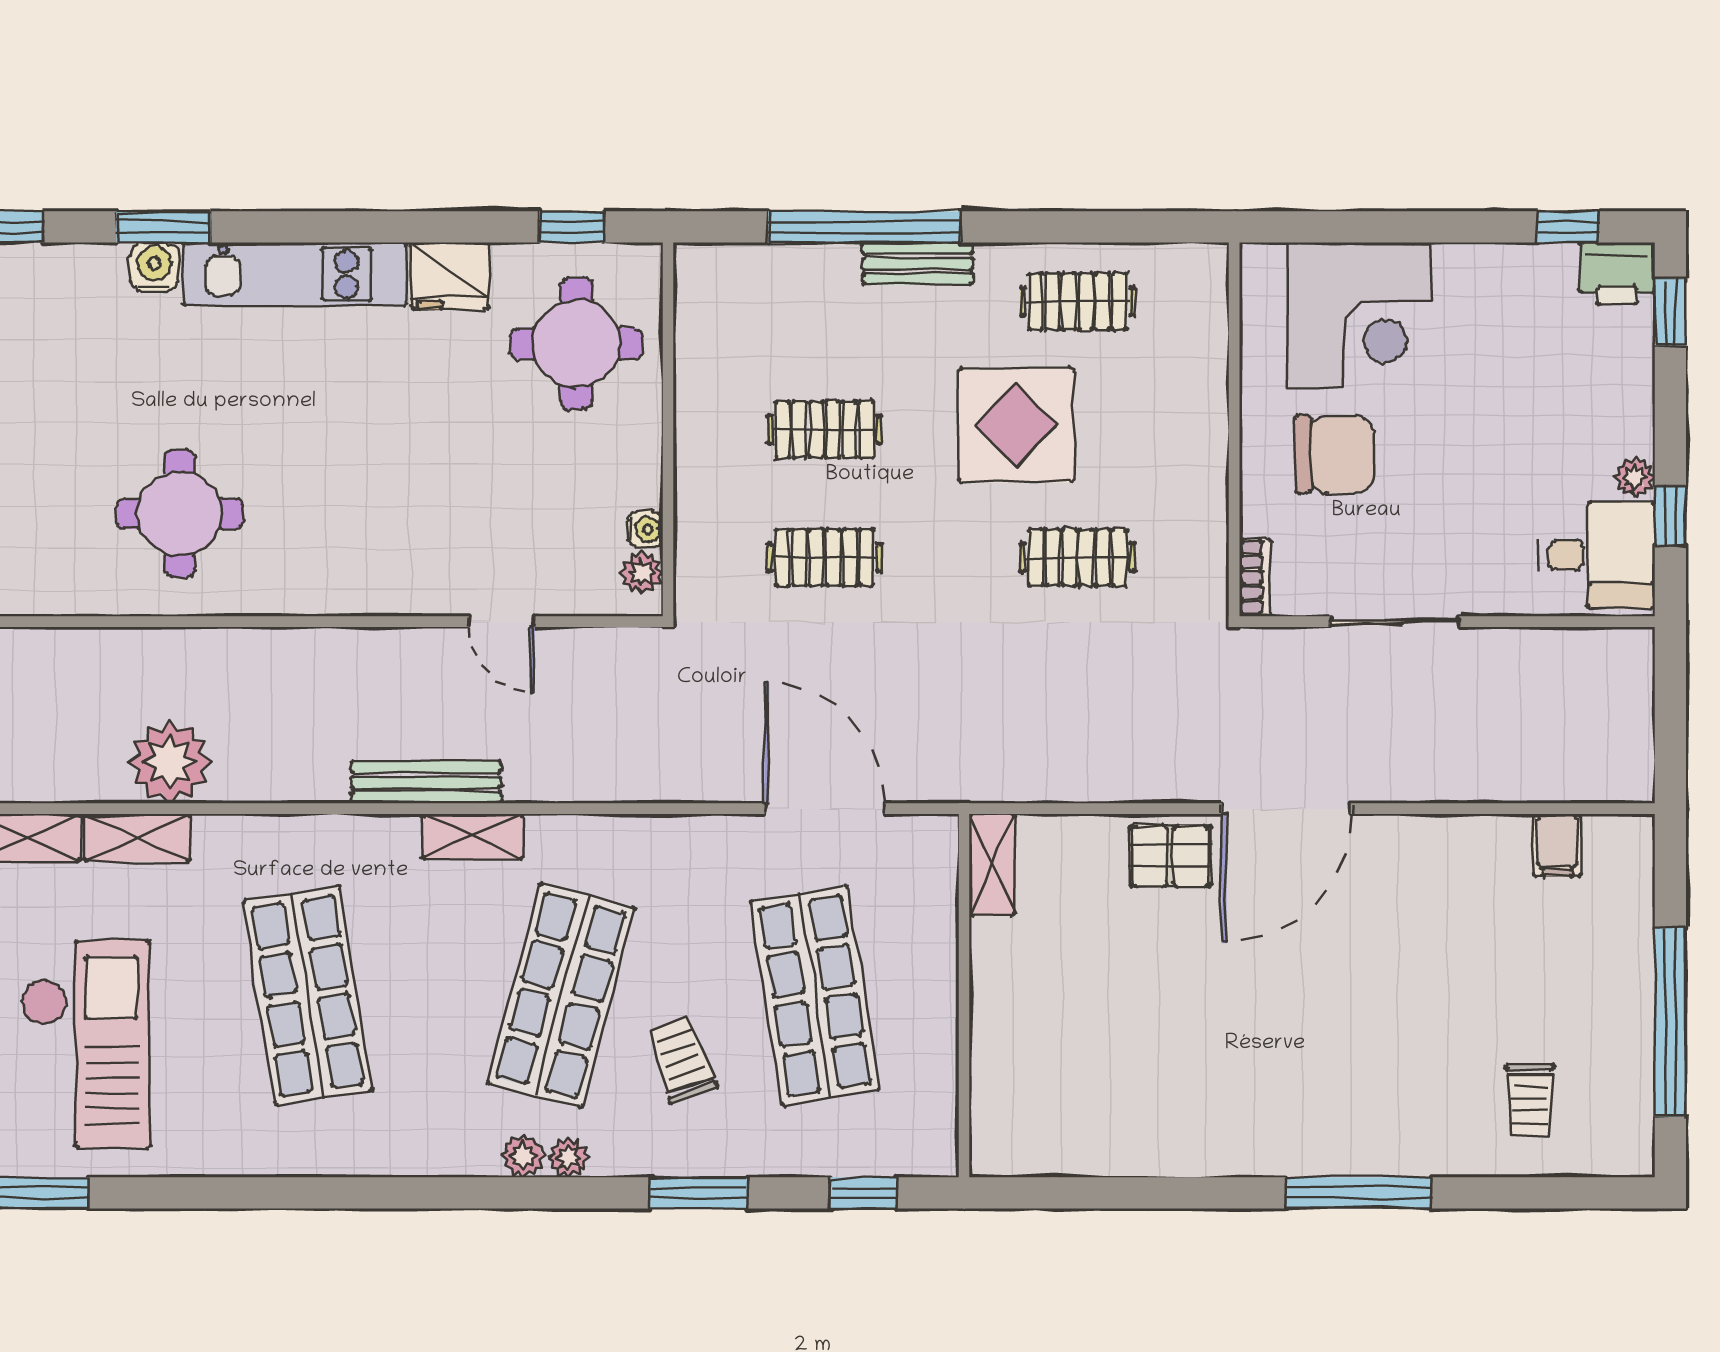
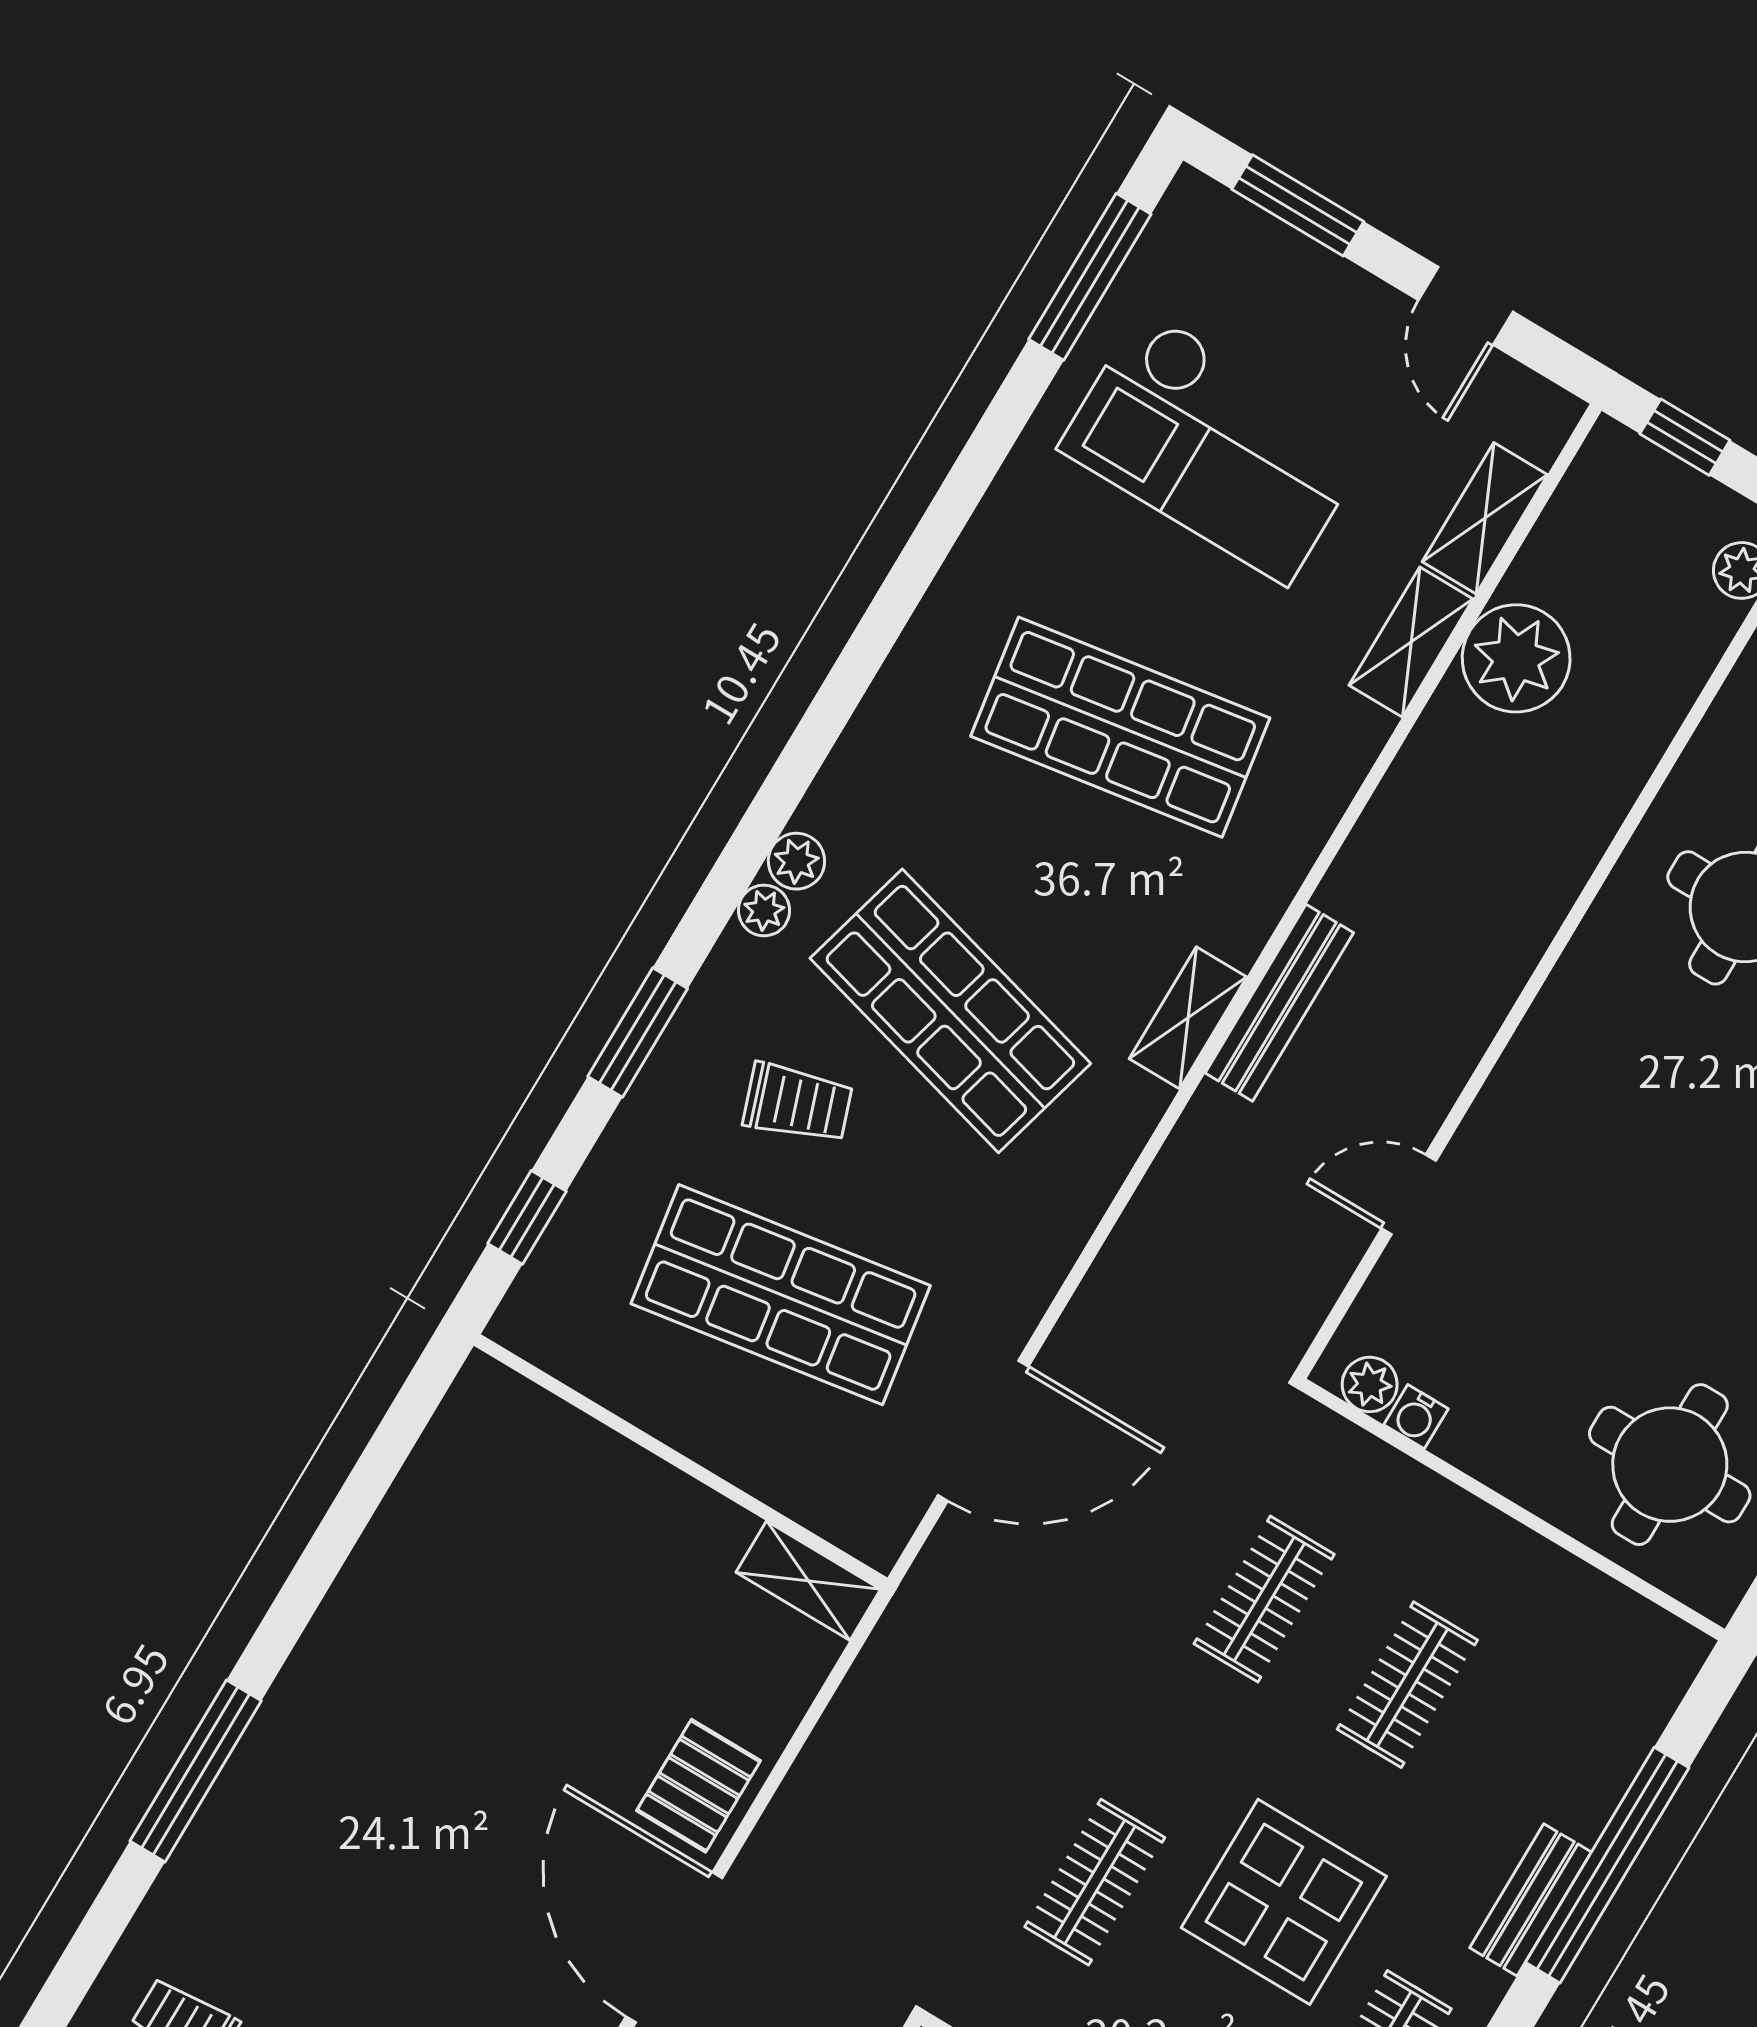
plant: (170, 762) -> (1516, 658), moved

